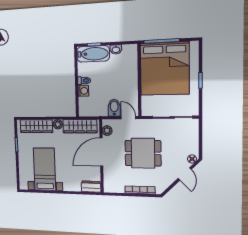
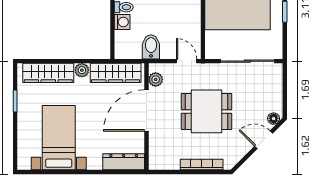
bidet: (114, 108) -> (151, 47), moved
door: (185, 174) -> (264, 140), swing flipped
dresser: (91, 186) -> (124, 162), width x1.44

